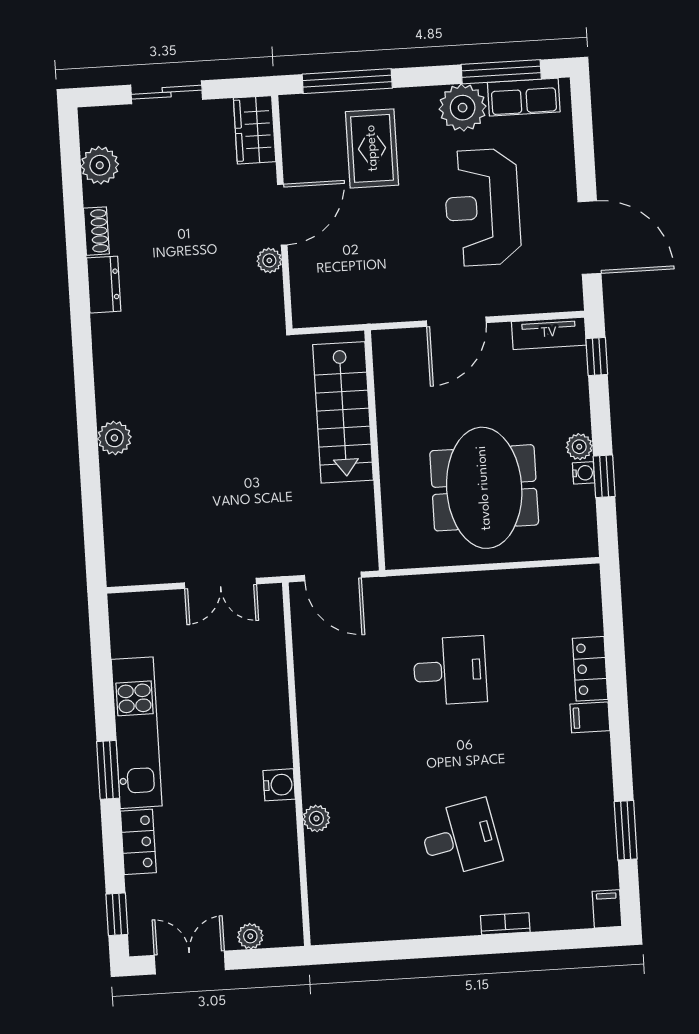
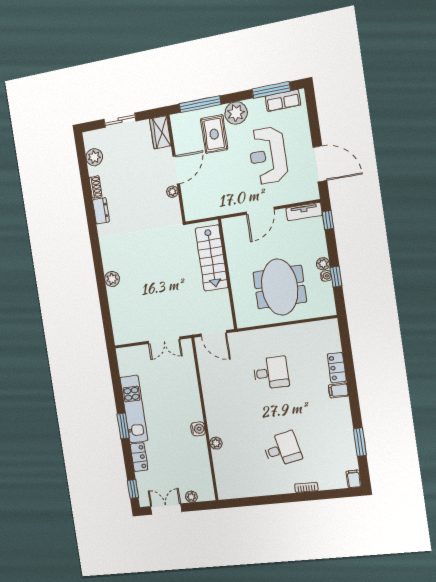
plant: (463, 108) -> (236, 113), moved

